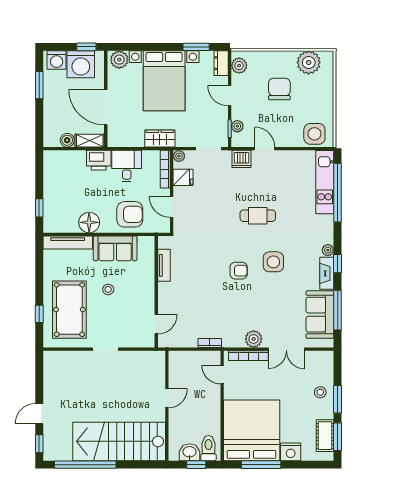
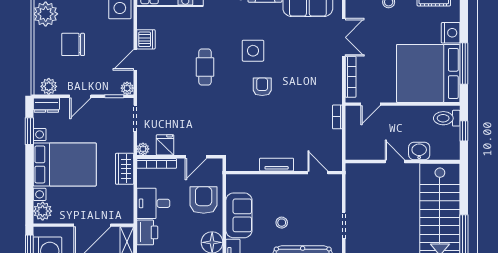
plant: (237, 126) -> (127, 88), moved
dishwasher: (241, 159) -> (146, 39), moved
tv unit: (164, 265) -> (277, 165), moved
plant: (254, 339) -> (333, 71), removed
washbasin: (190, 452) -> (419, 151), moved, turned 90

